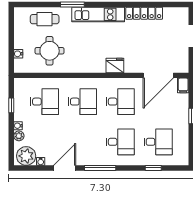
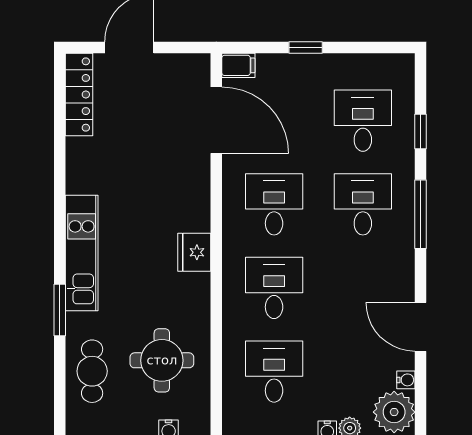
locker: (144, 13) -> (79, 95), moved
fridge: (115, 65) -> (194, 252), moved
window: (100, 168) -> (421, 214), moved

